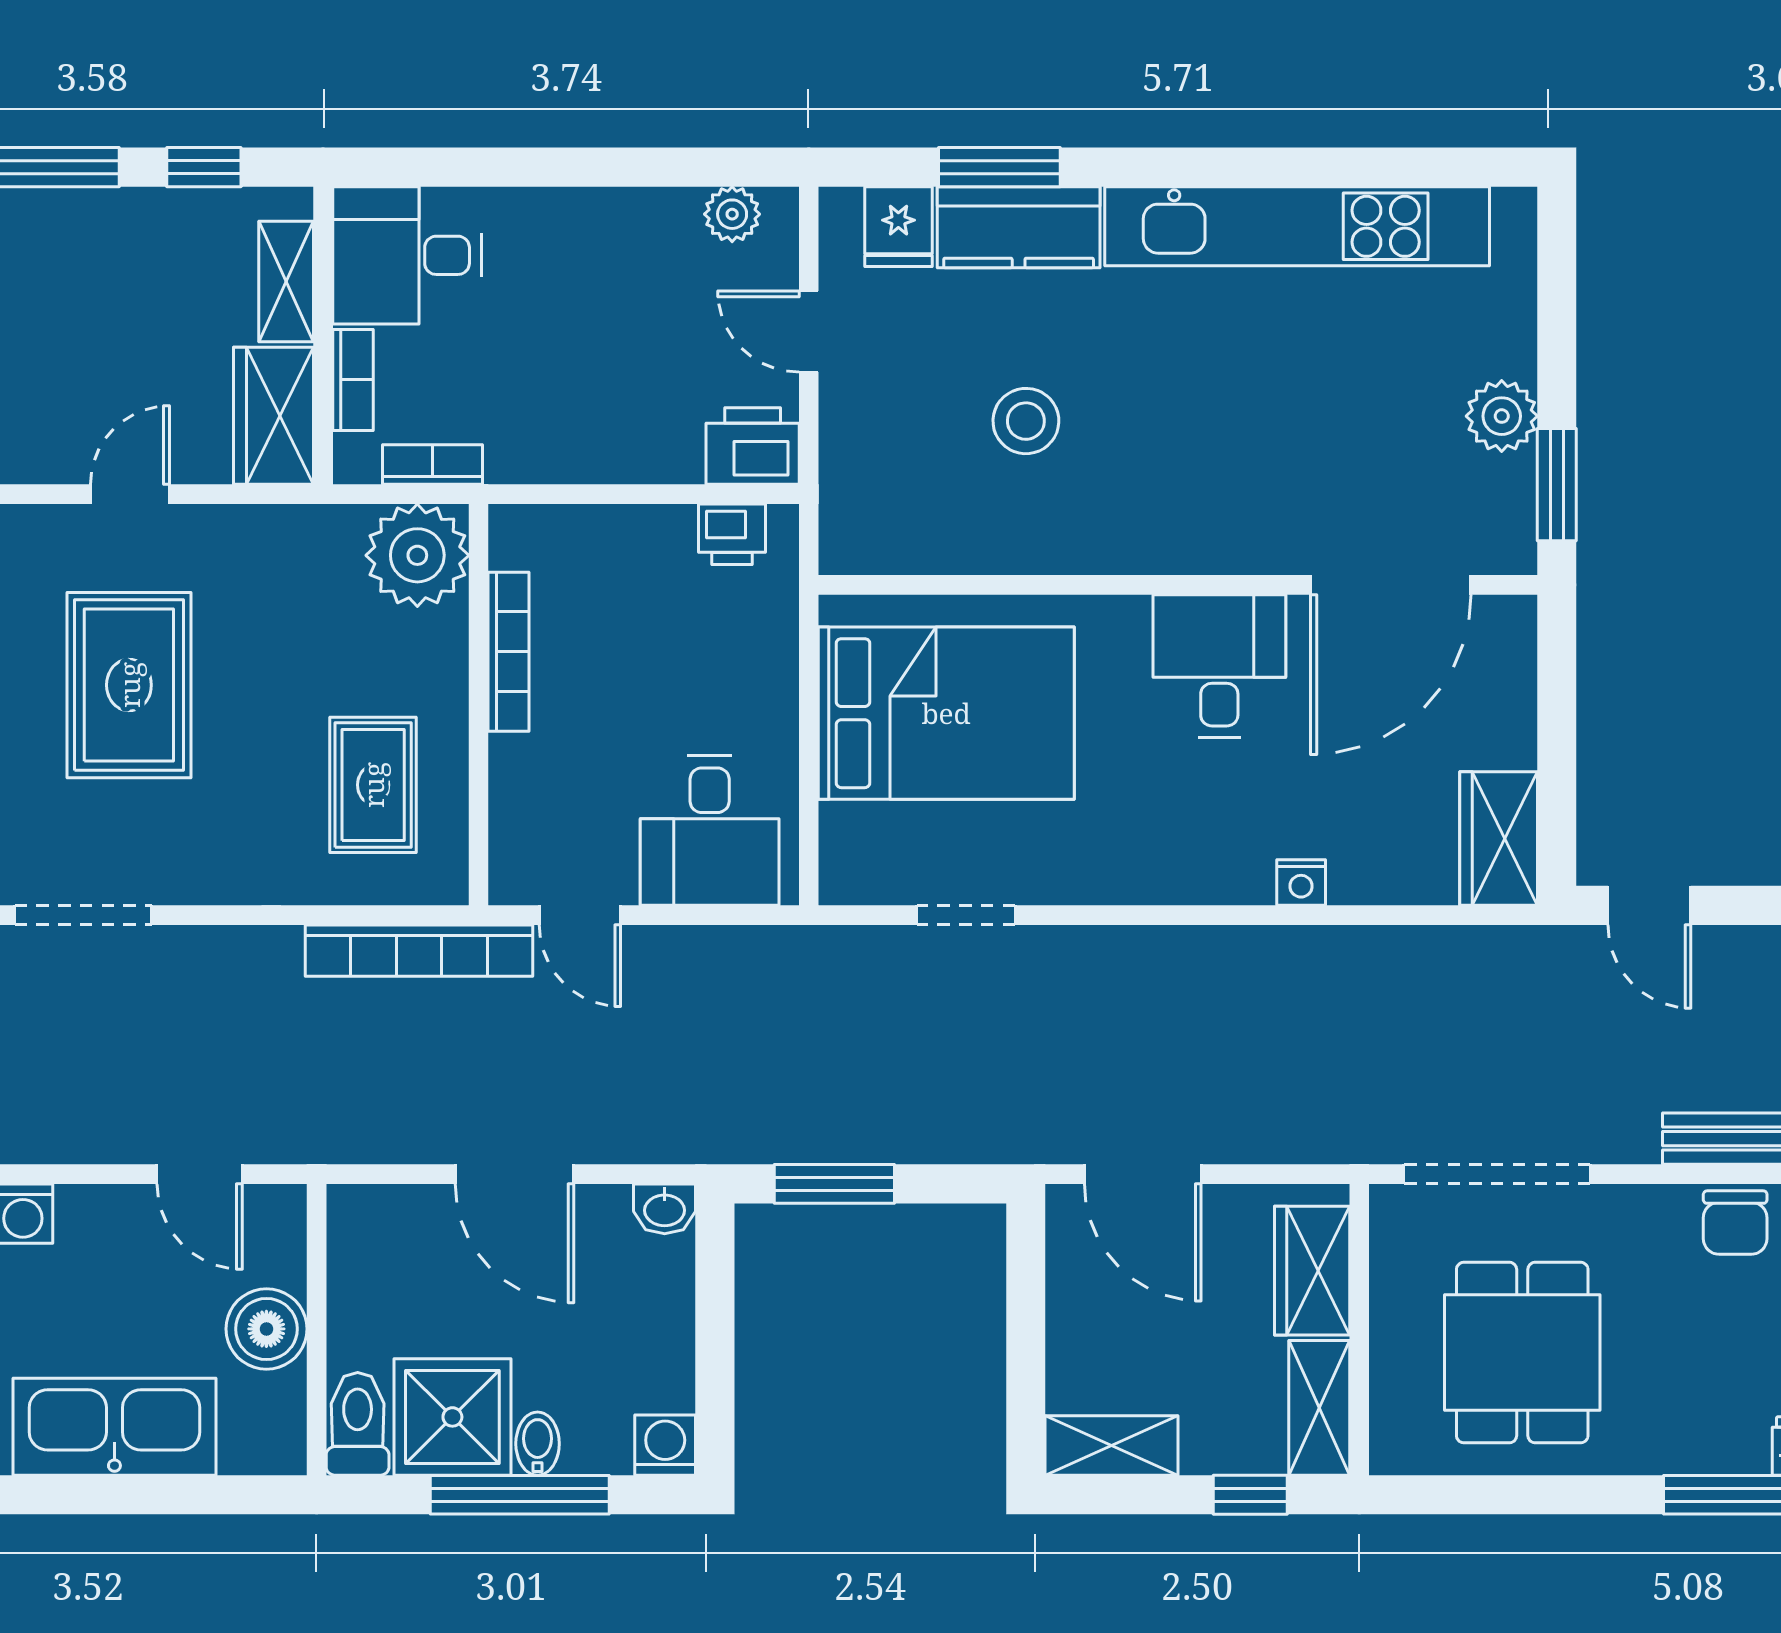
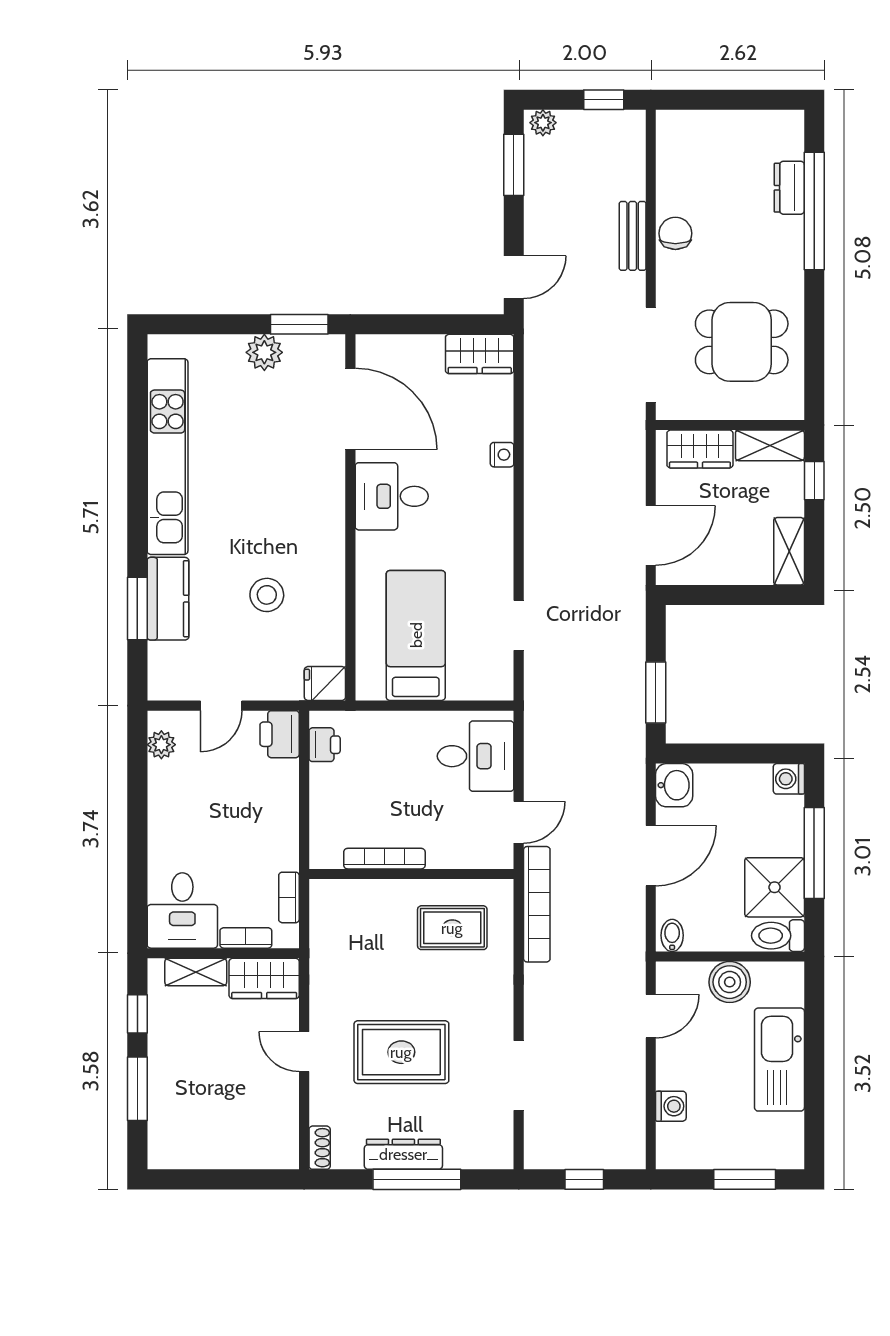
fridge: (898, 227) -> (325, 684), moved, turned 180
plant: (417, 555) -> (335, 905), removed
bed: (946, 713) -> (416, 635), width x0.67
washbasin: (665, 1209) -> (674, 785), width x1.38, depth x1.45
chair: (1735, 1223) -> (675, 233), turned -90
bidet: (538, 1444) -> (672, 935), moved, turned 90

